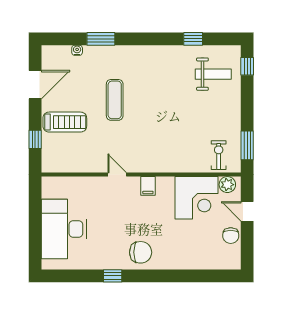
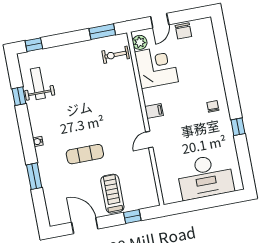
water cooler: (77, 50) -> (38, 141), moved
weight bench: (213, 74) -> (38, 84), moved
chair: (231, 236) -> (183, 31), turned 90
chair: (141, 252) -> (213, 106), width x0.54, depth x0.54

